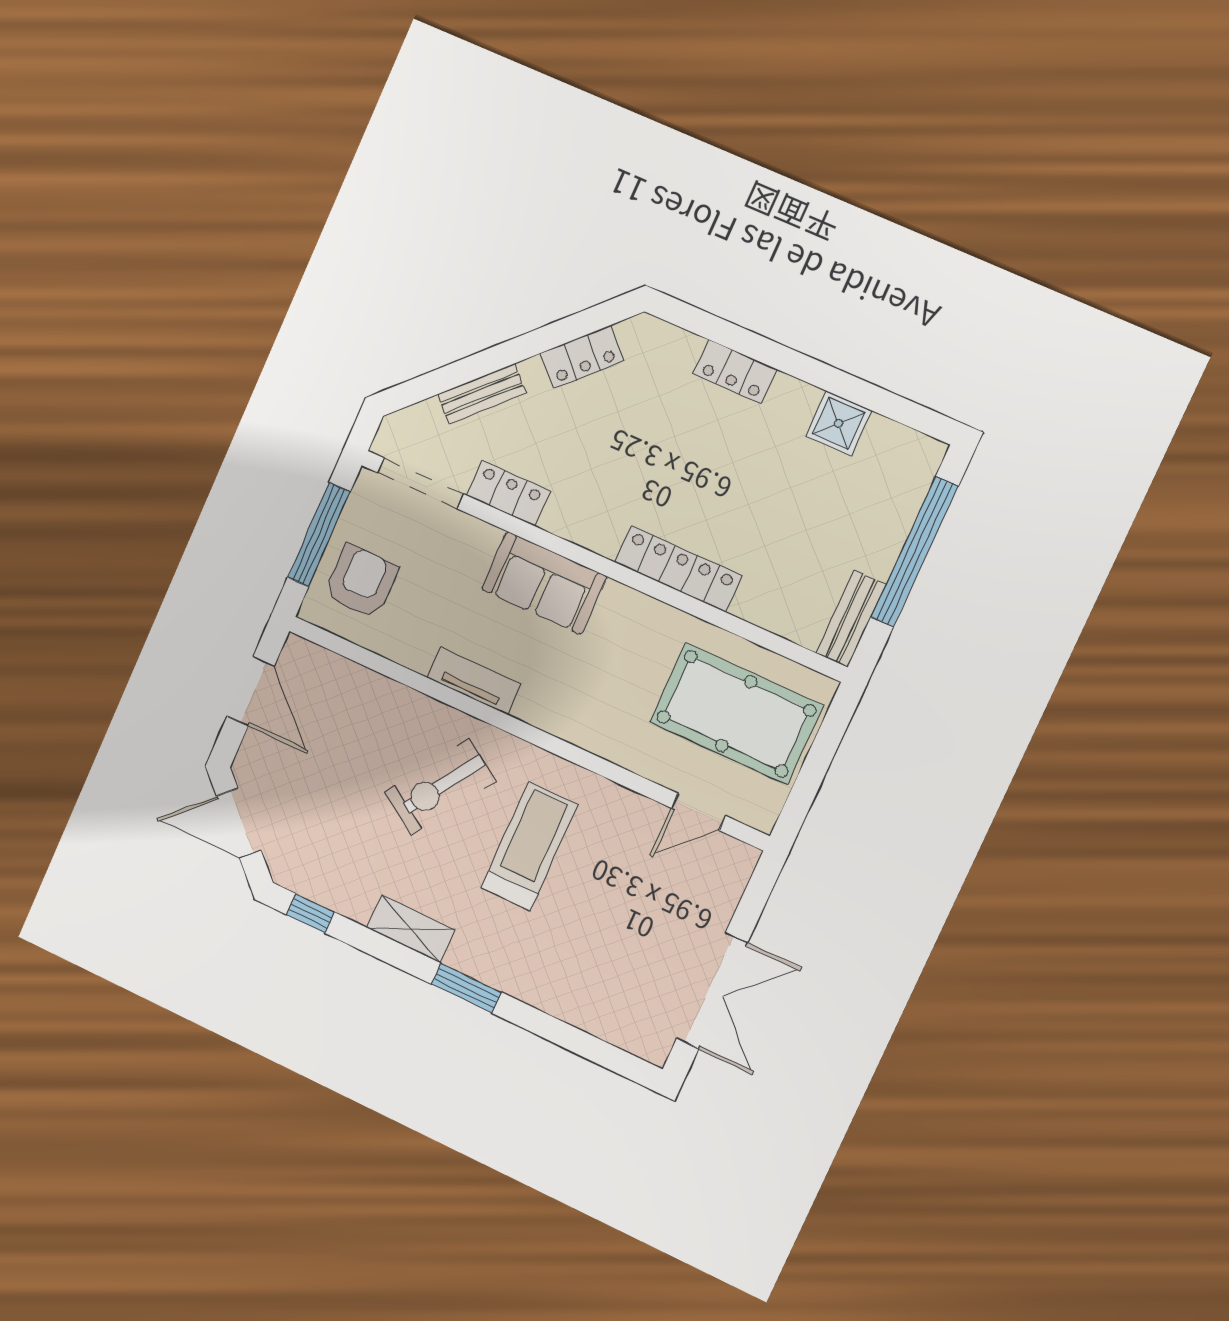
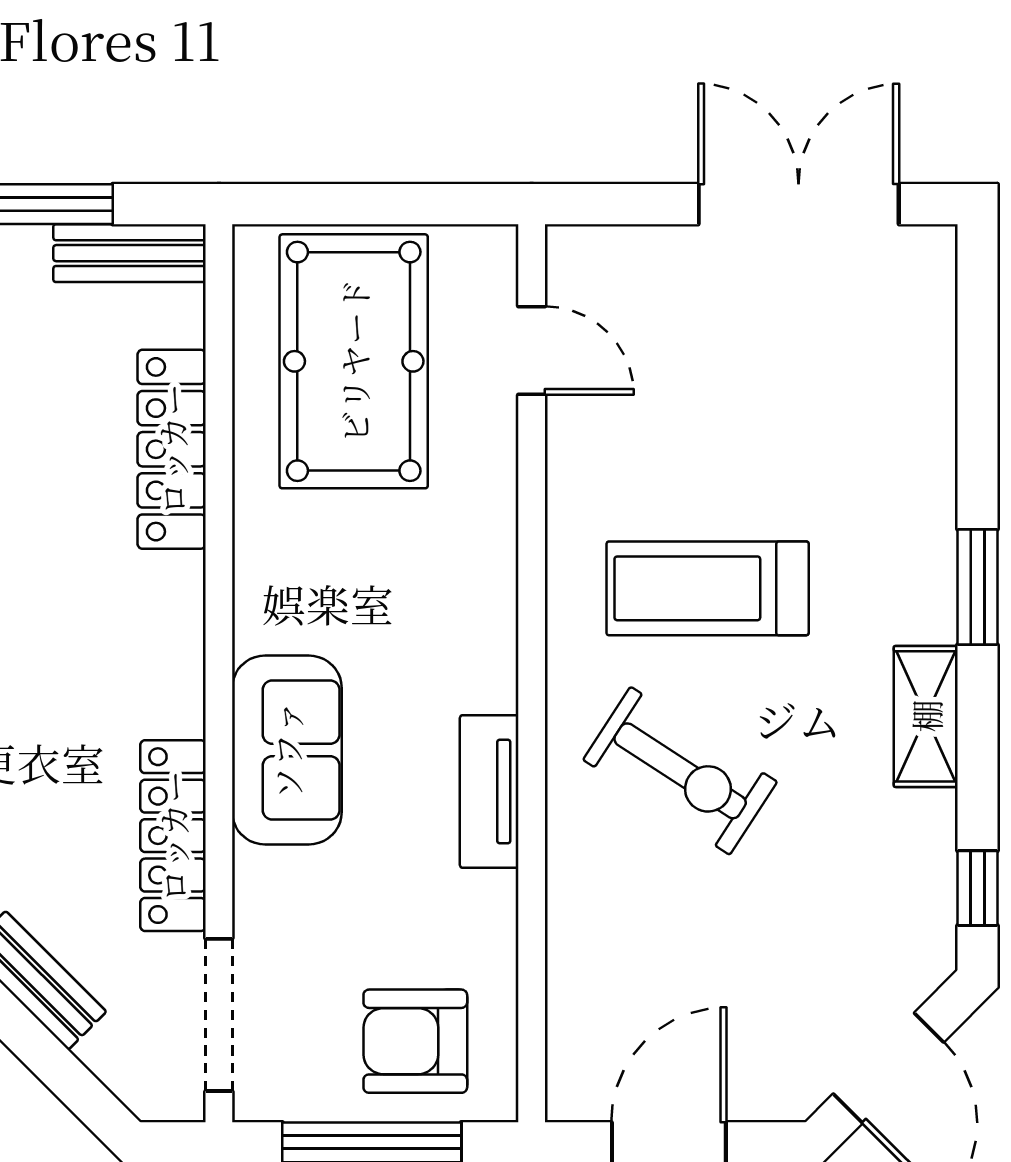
locker: (508, 493) -> (173, 836), width x1.53
locker: (678, 569) -> (172, 449), moved

